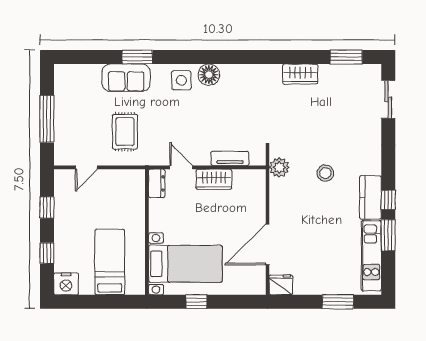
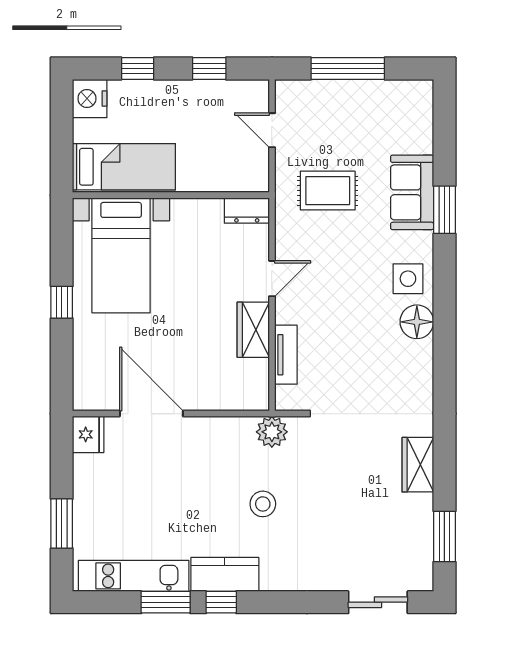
dresser: (157, 183) -> (247, 211), moved
wall: (147, 232) -> (171, 195), moved
bed with nightstands: (185, 264) -> (121, 255), moved

